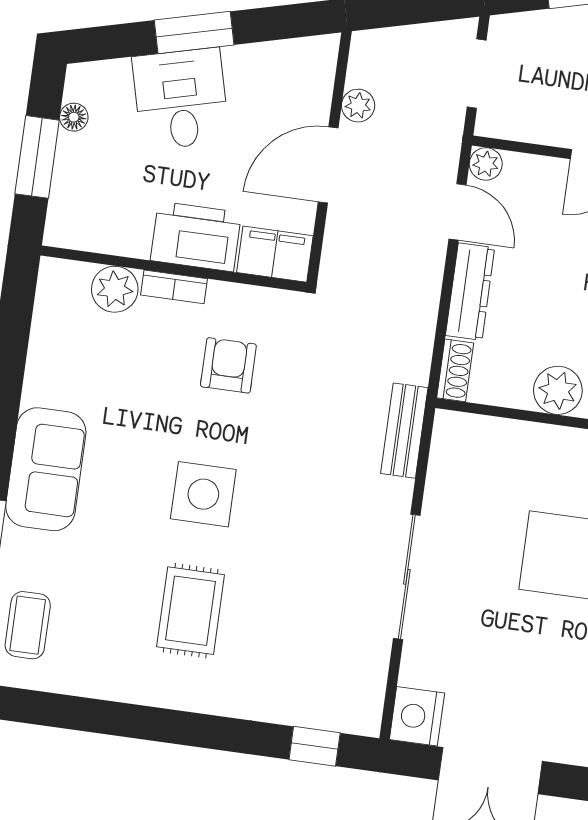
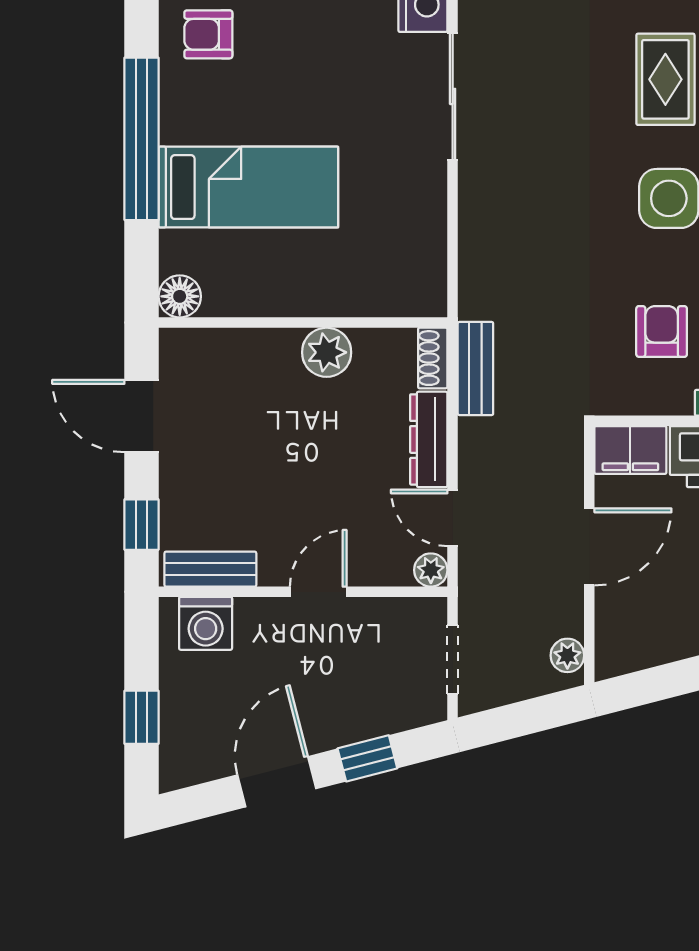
plant: (358, 106) -> (567, 655), moved
armchair: (228, 365) -> (662, 331), turned 180
bench: (404, 431) -> (475, 369), moved
sliding door: (407, 577) -> (453, 96), moved

